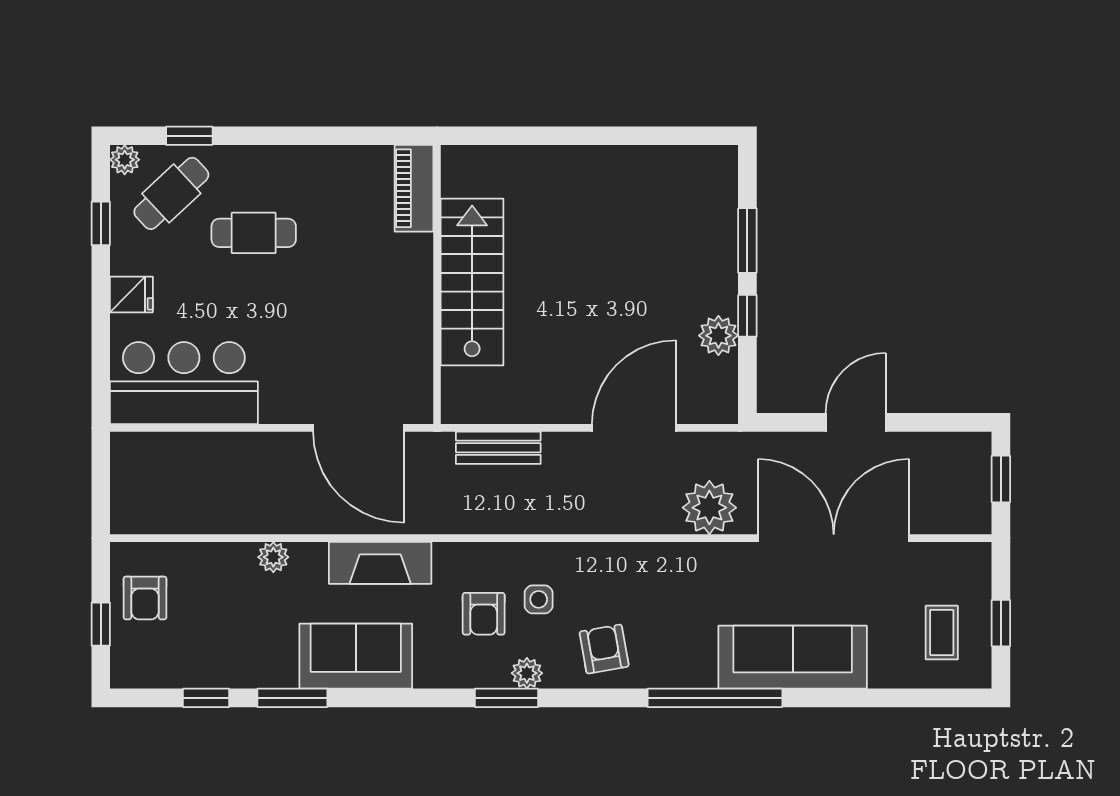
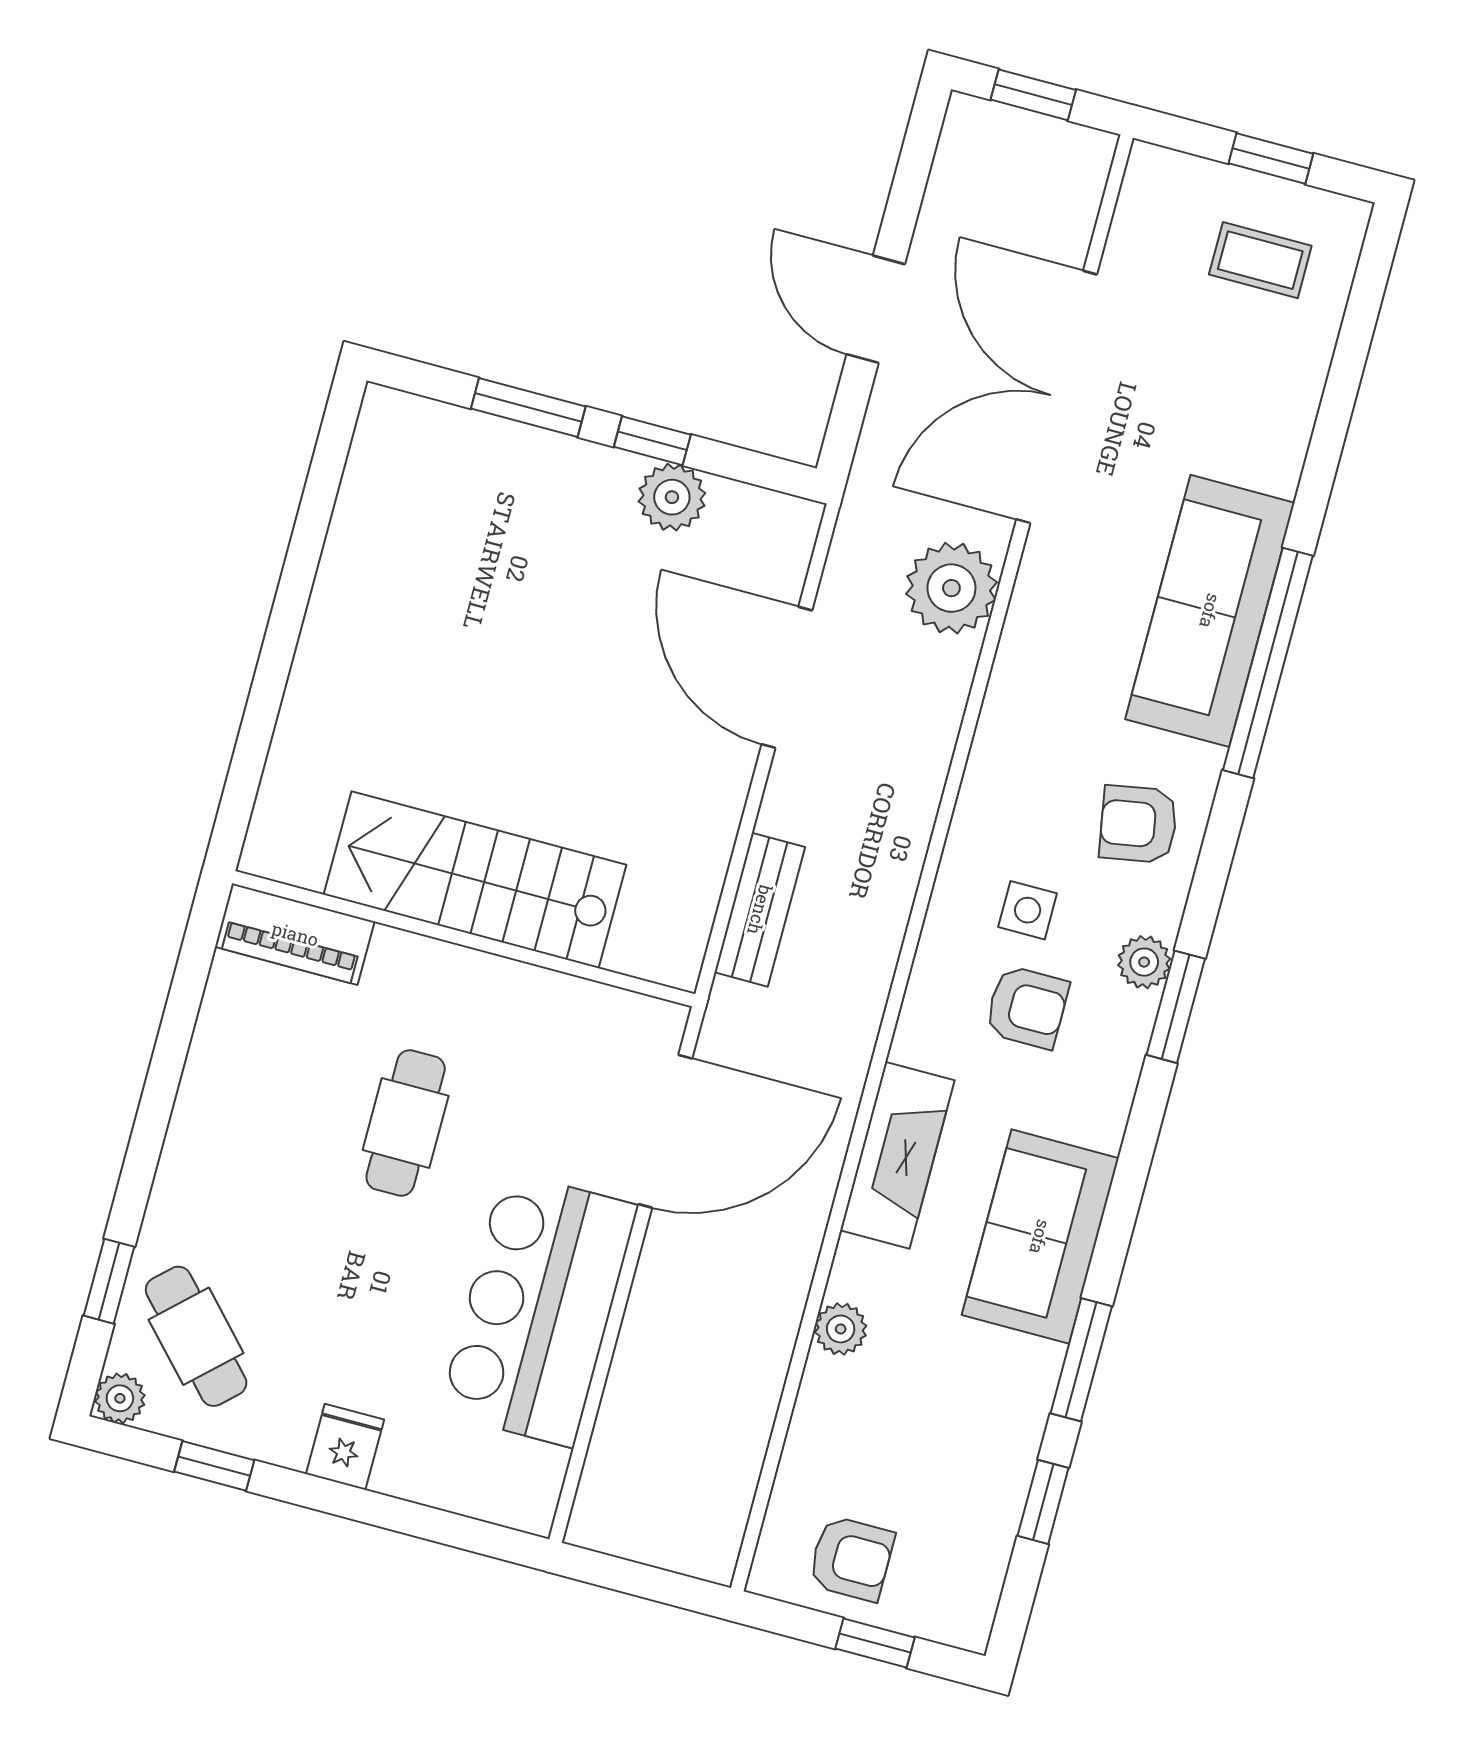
cafe table: (254, 233) -> (406, 1123), moved
bar counter: (184, 383) -> (539, 1309), moved
sofa: (793, 657) -> (1210, 611), moved

